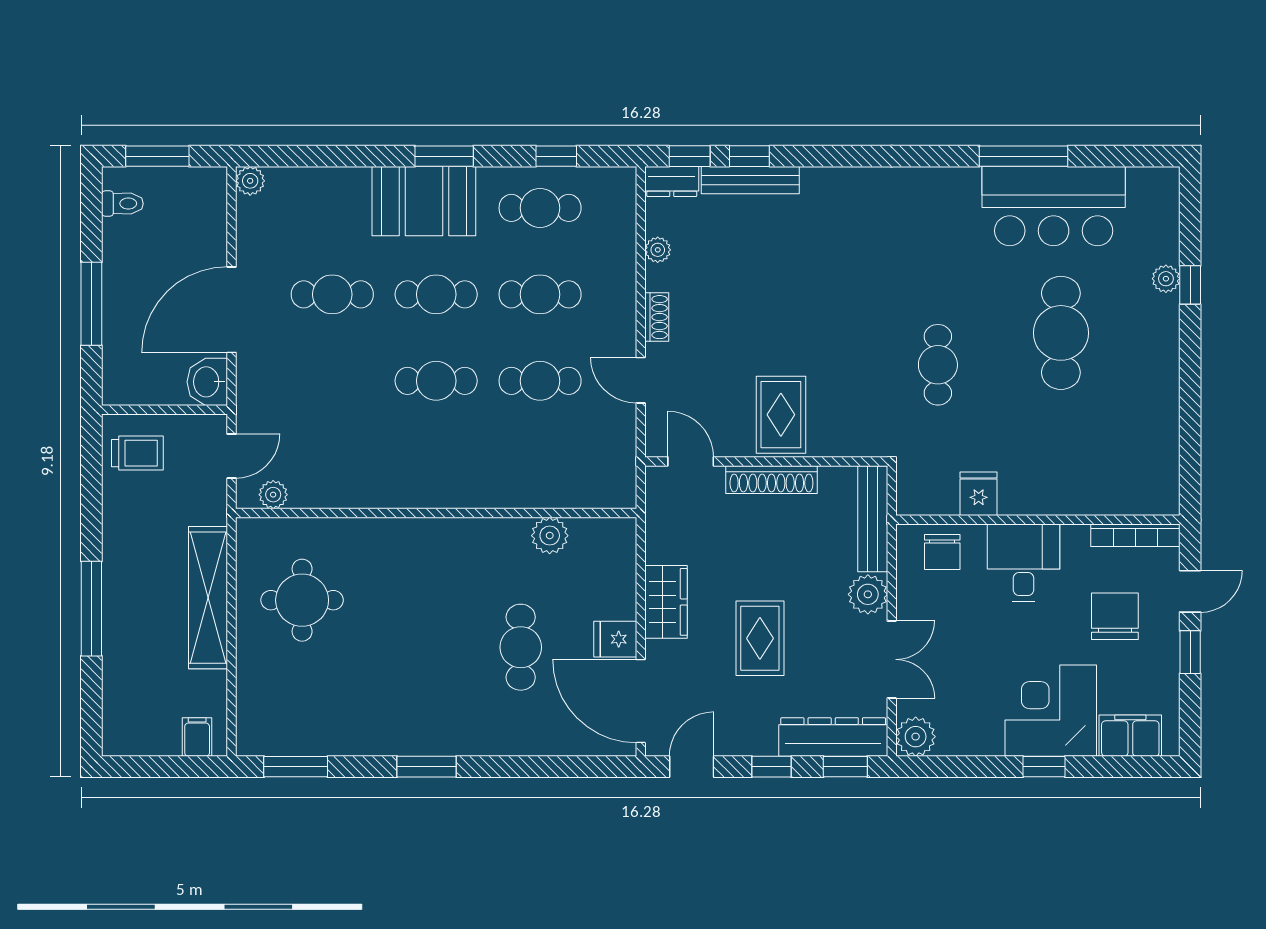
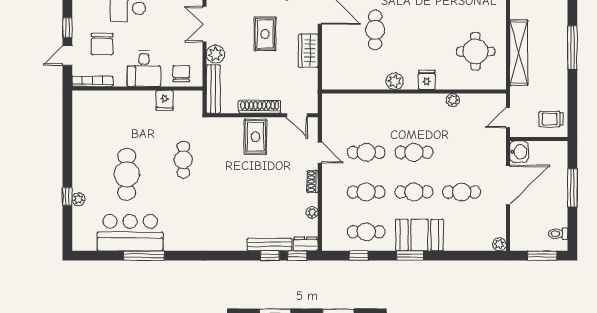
plant: (273, 495) -> (453, 100), moved
plant: (550, 536) -> (395, 81), moved
fridge: (615, 639) -> (427, 80), moved, turned -90

